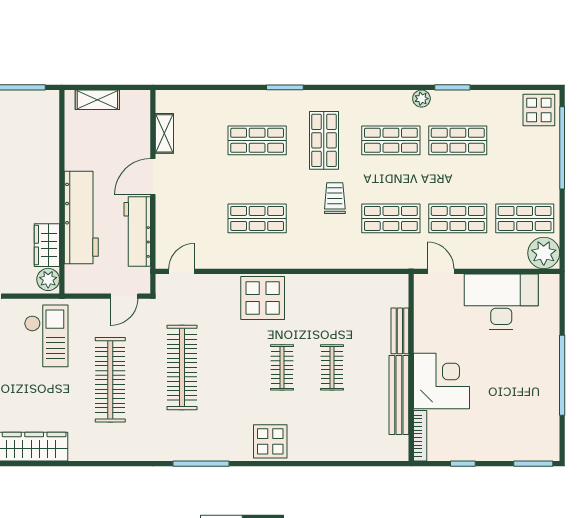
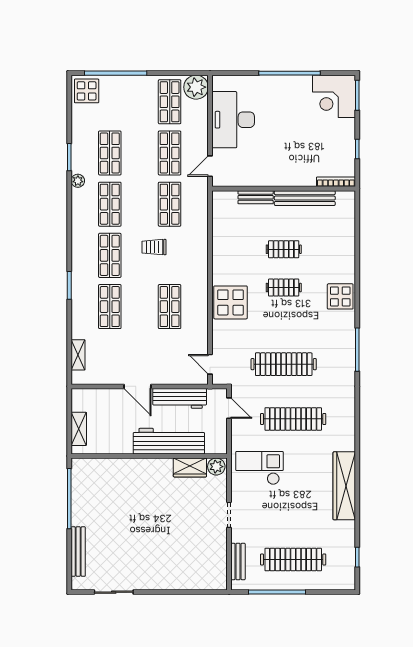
shelving: (164, 133) -> (78, 355), moved, turned 90
shop shelf: (324, 140) -> (110, 255), turned 90
corner desk: (441, 381) -> (334, 96), moved, turned -90

